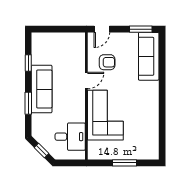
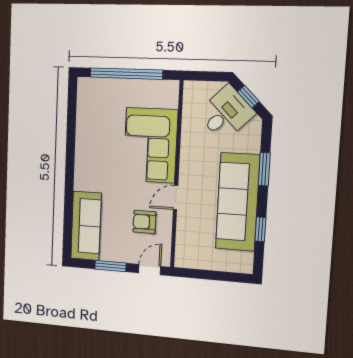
window: (141, 29) -> (110, 266), moved
sofa: (42, 89) -> (238, 202), width x1.36, depth x1.27
desk: (70, 137) -> (226, 113), moved, turned 135
window: (124, 163) -> (126, 74), width x2.11

